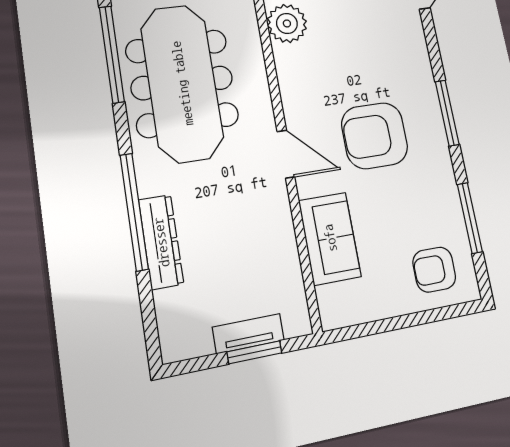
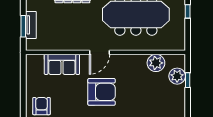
armchair: (375, 136) -> (102, 92), turned 90

